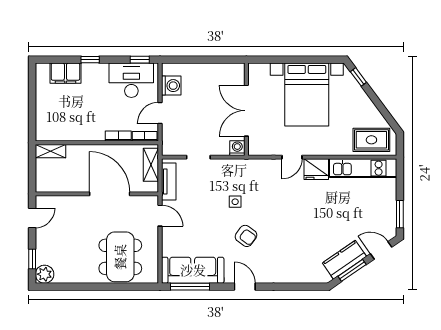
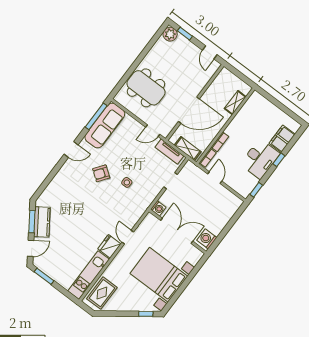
desk: (131, 80) -> (260, 159), moved
washing machine: (171, 86) -> (207, 239), moved, turned 90
shelving: (50, 151) -> (235, 103), moved

